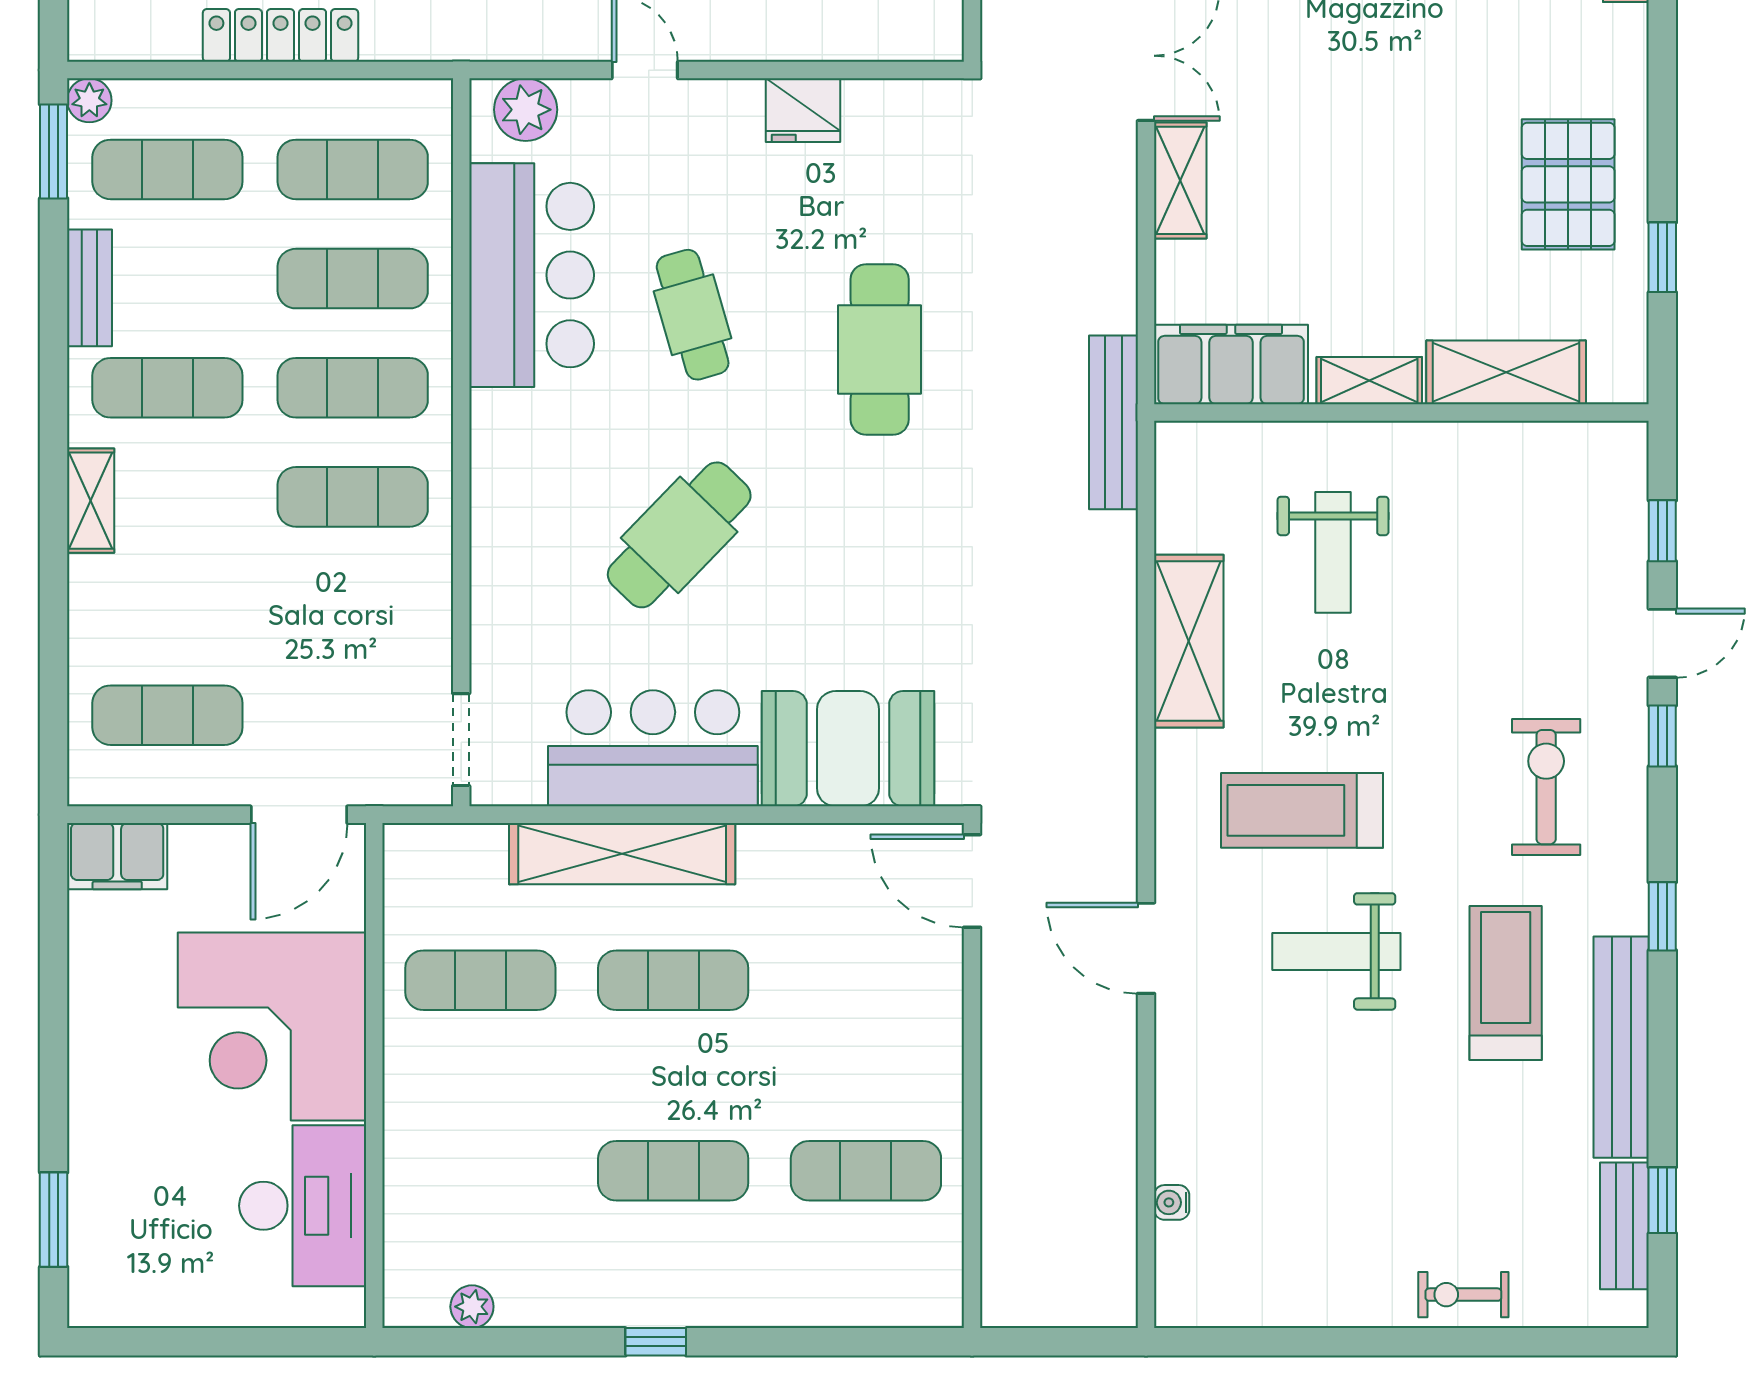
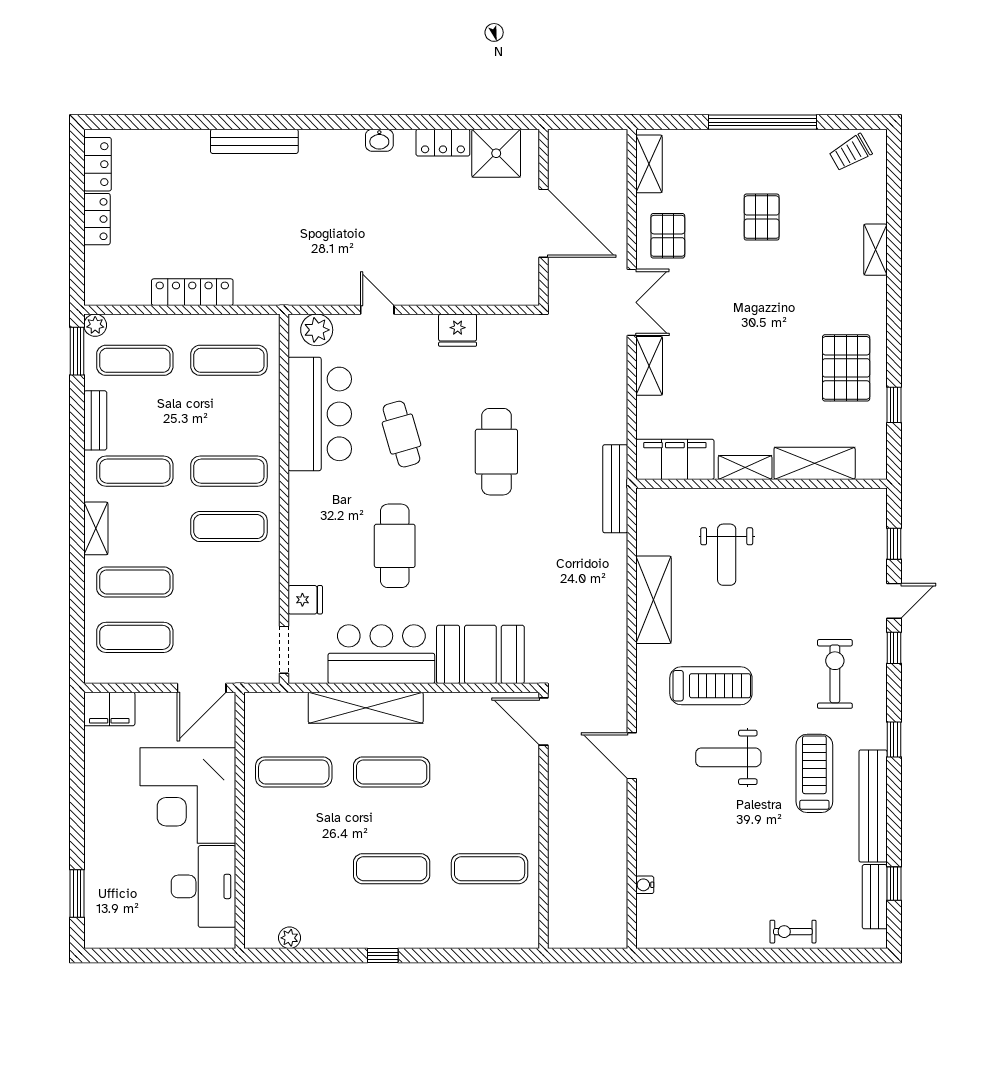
exercise mat: (353, 279) -> (135, 582), moved
cafe table: (679, 535) -> (395, 546), turned -44
fridge: (503, 641) -> (305, 600), added
treadmill: (1302, 810) -> (711, 686), turned 180

